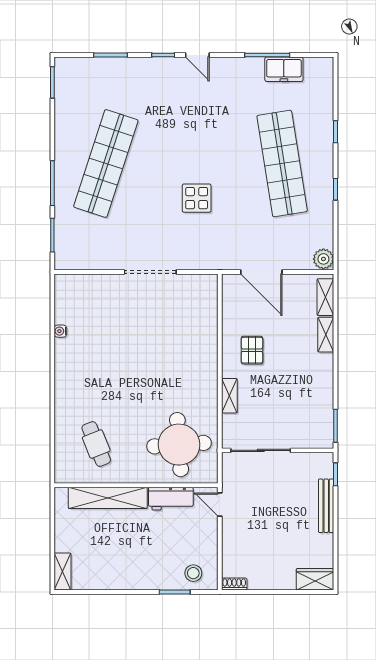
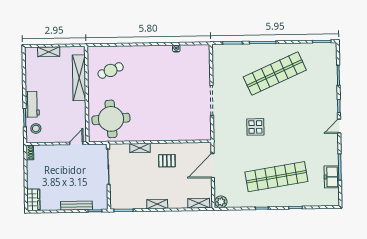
shop shelf: (106, 164) -> (275, 74), turned -42
shelving: (326, 335) -> (157, 204), moved
workbench: (171, 499) -> (32, 104), moved, turned 180
shelving: (63, 571) -> (49, 52), moved

